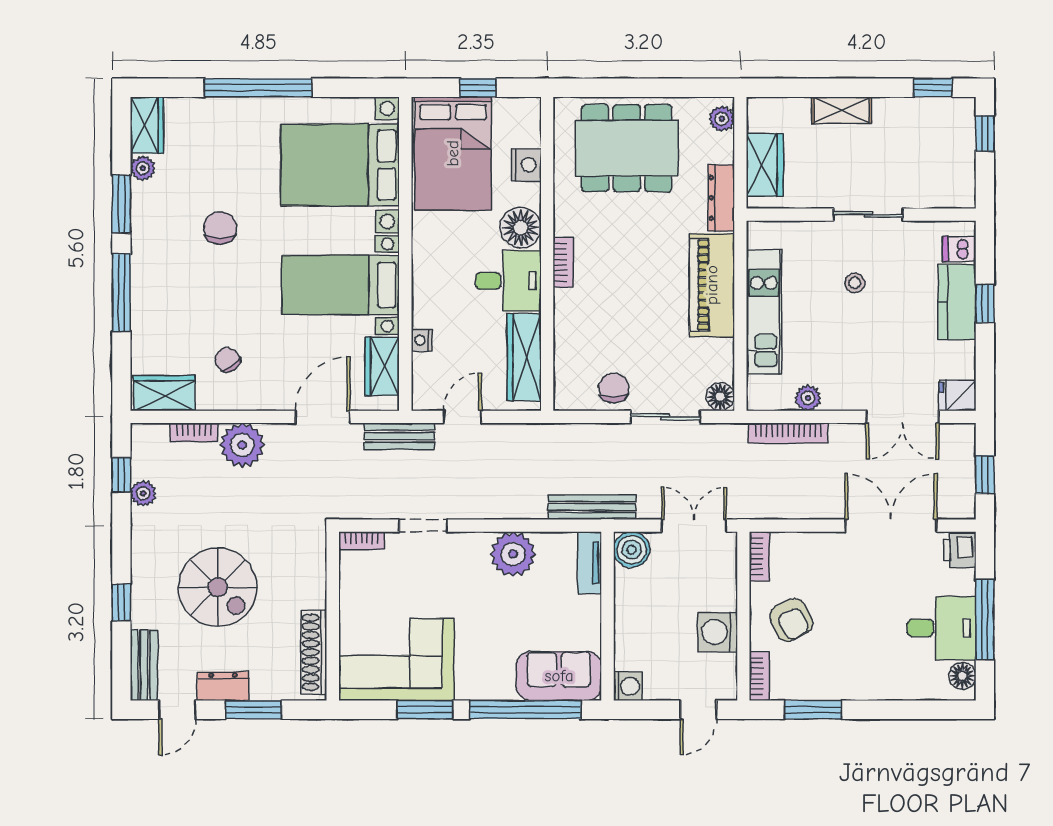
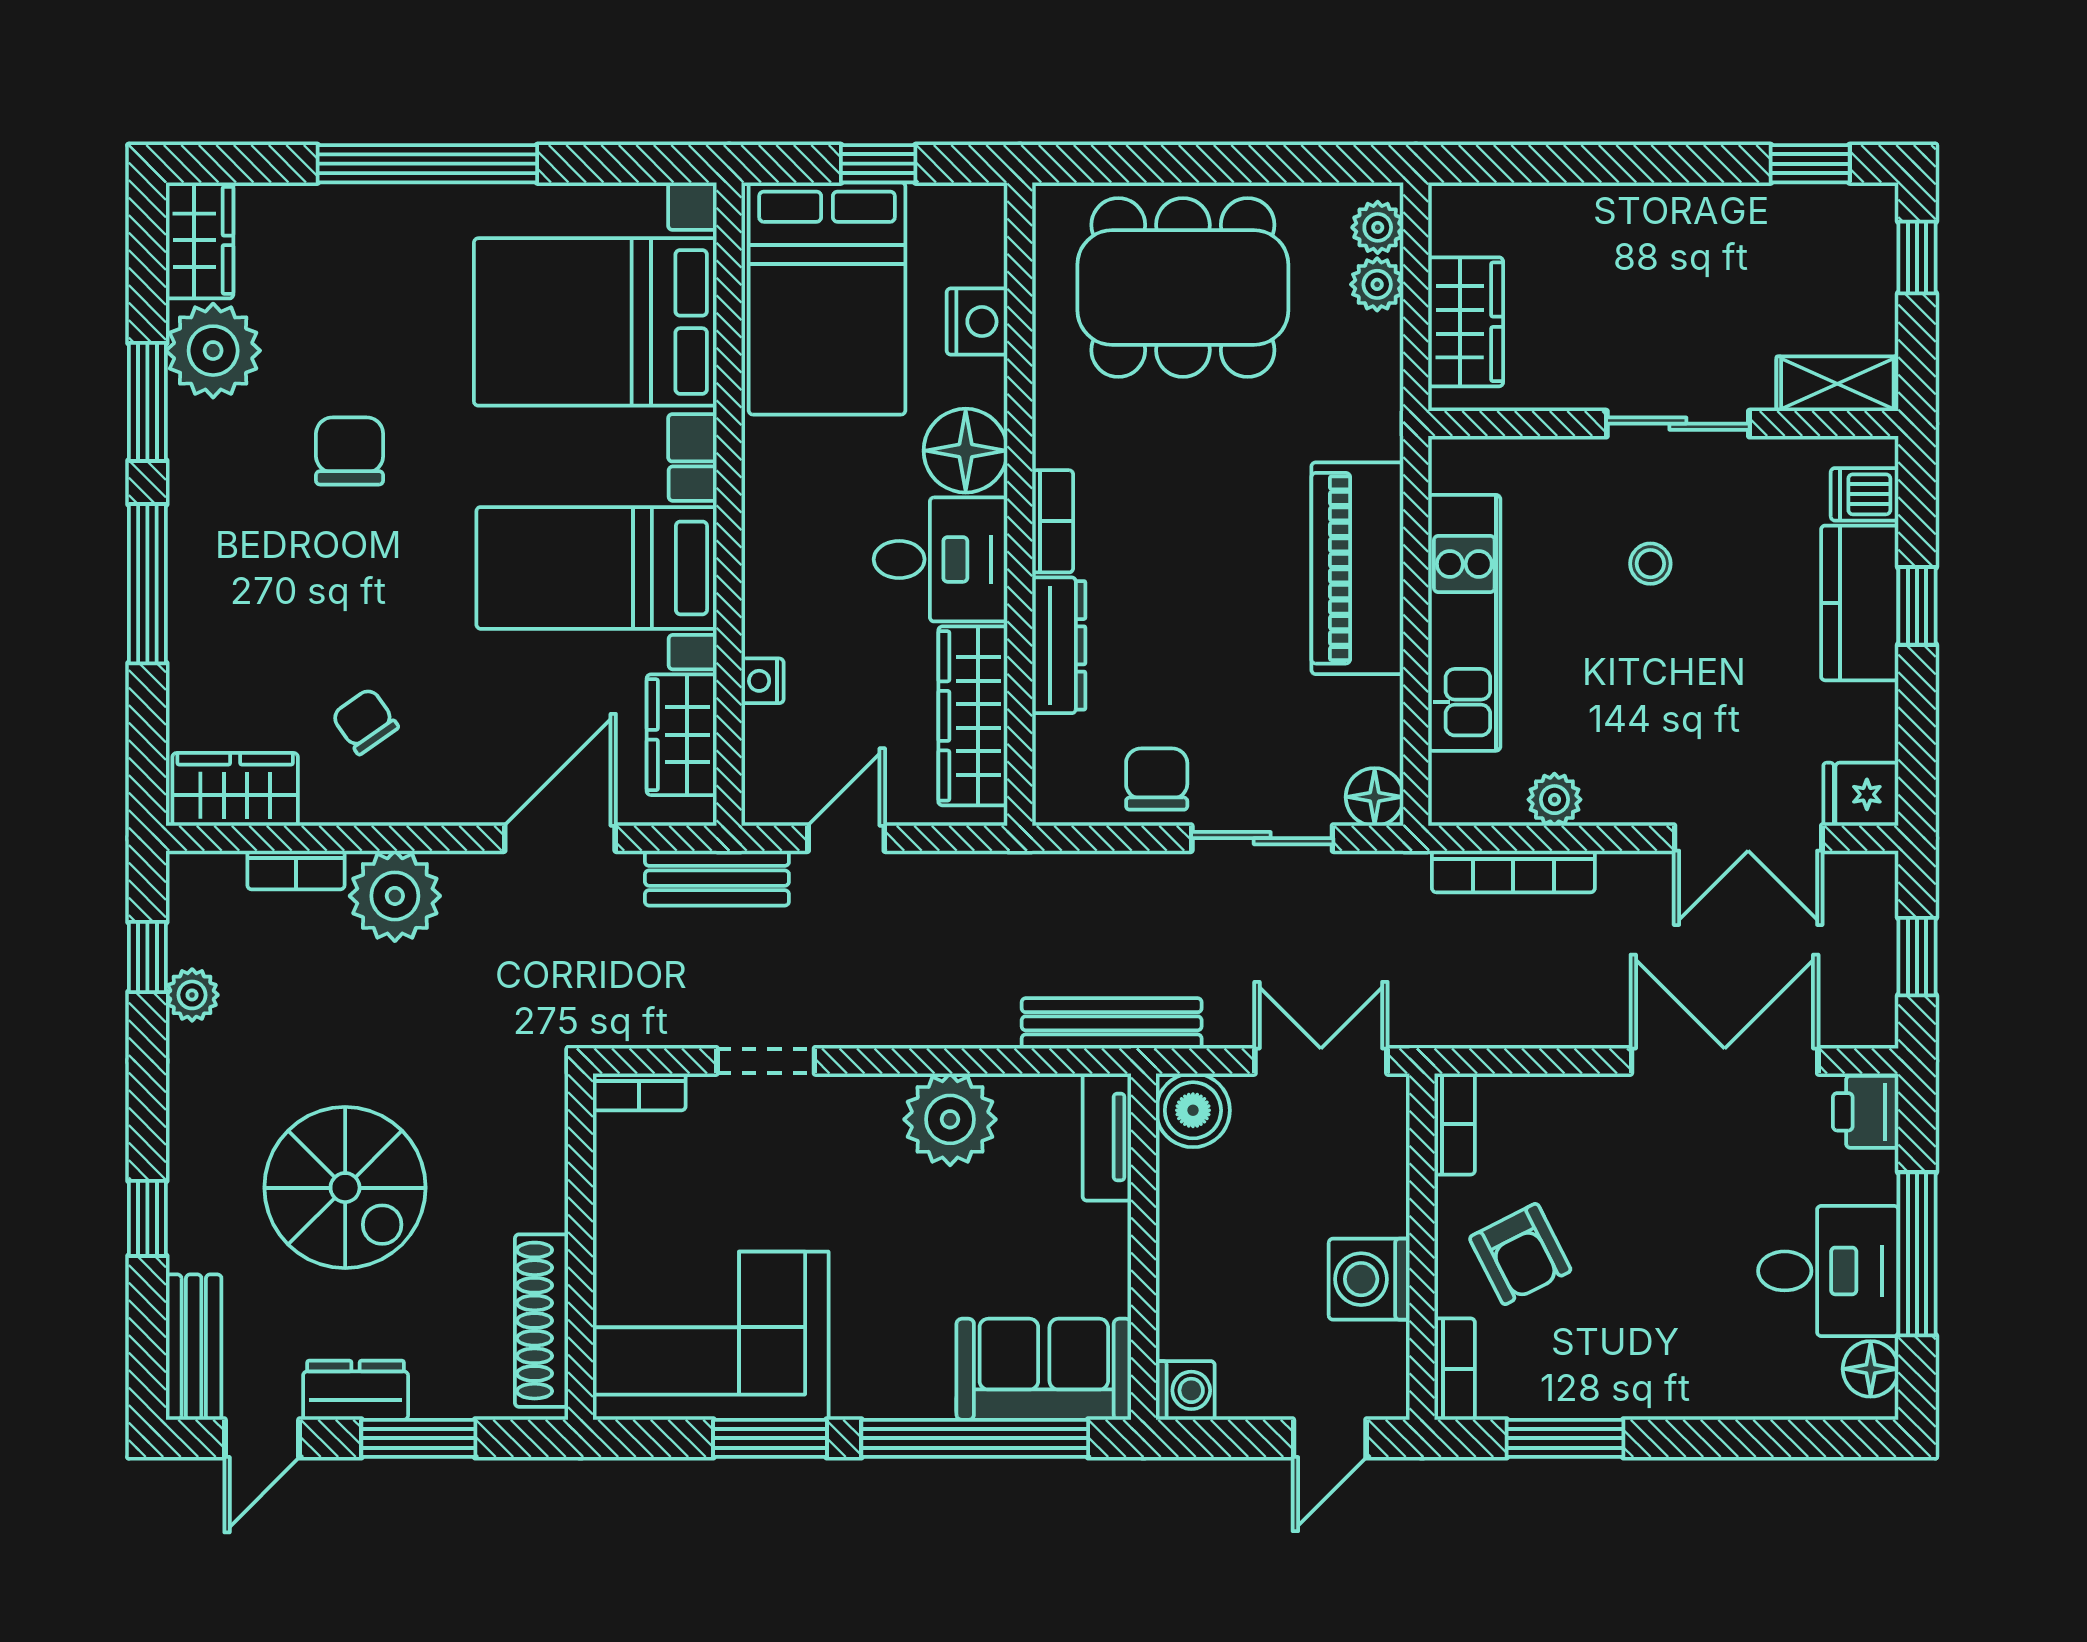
shelving: (842, 110) -> (1837, 384), moved
plant: (721, 147) -> (1377, 284), added
plant: (143, 168) -> (213, 351), width x1.87, depth x1.87
dresser: (721, 198) -> (1059, 645), moved, turned 180

